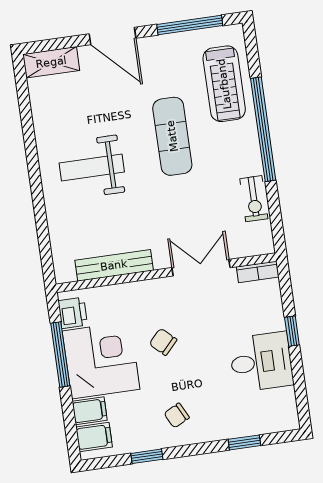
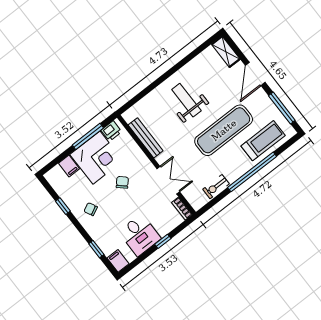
treadmill: (224, 84) -> (263, 141), turned 180
exercise mat: (172, 136) -> (224, 130), width x1.36, depth x1.45
filing cabinet: (94, 437) -> (118, 261), moved, turned 180

